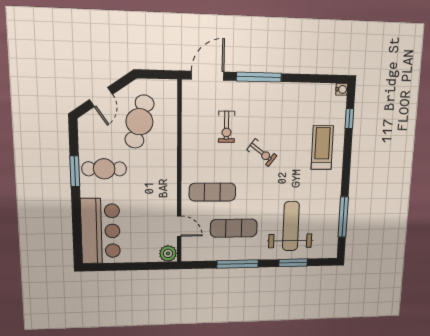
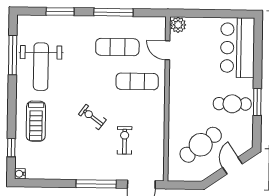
cafe table: (139, 122) -> (201, 145), turned 36
weight bench: (291, 226) -> (41, 67), moved

